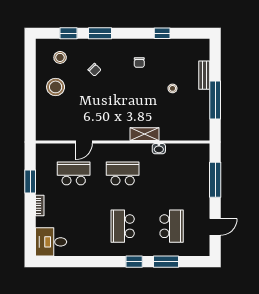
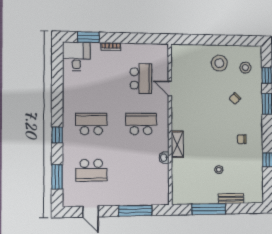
school desk: (123, 173) -> (141, 124), turned -90
window: (30, 182) -> (88, 37), moved
window: (166, 262) -> (57, 177), moved

